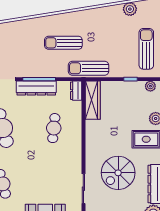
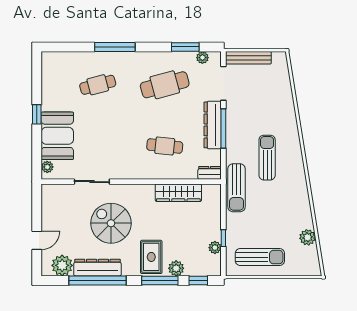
sun lounger: (89, 68) -> (237, 188), turned 180
plant: (150, 86) -> (215, 248), moved
wardrobe: (93, 100) -> (178, 193), moved

